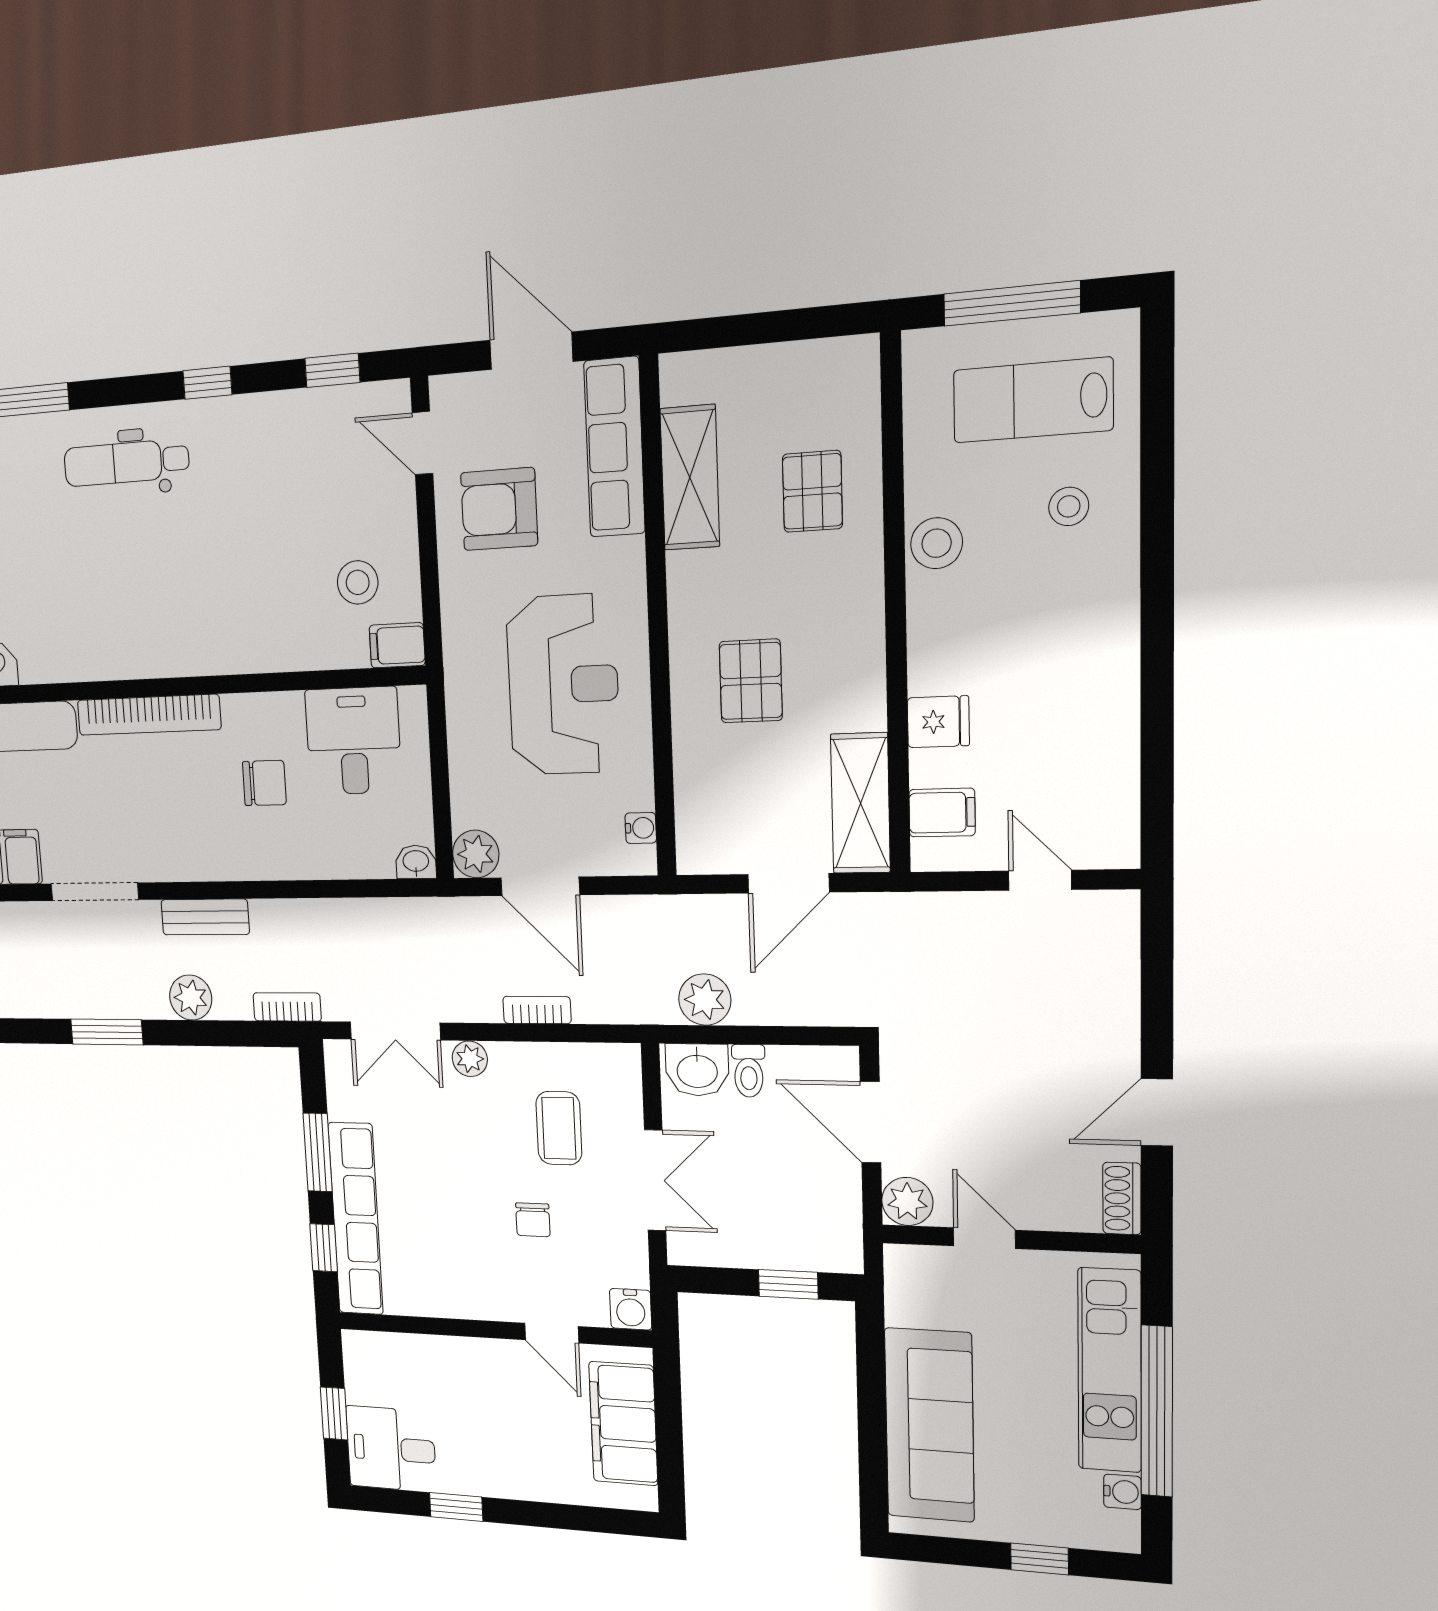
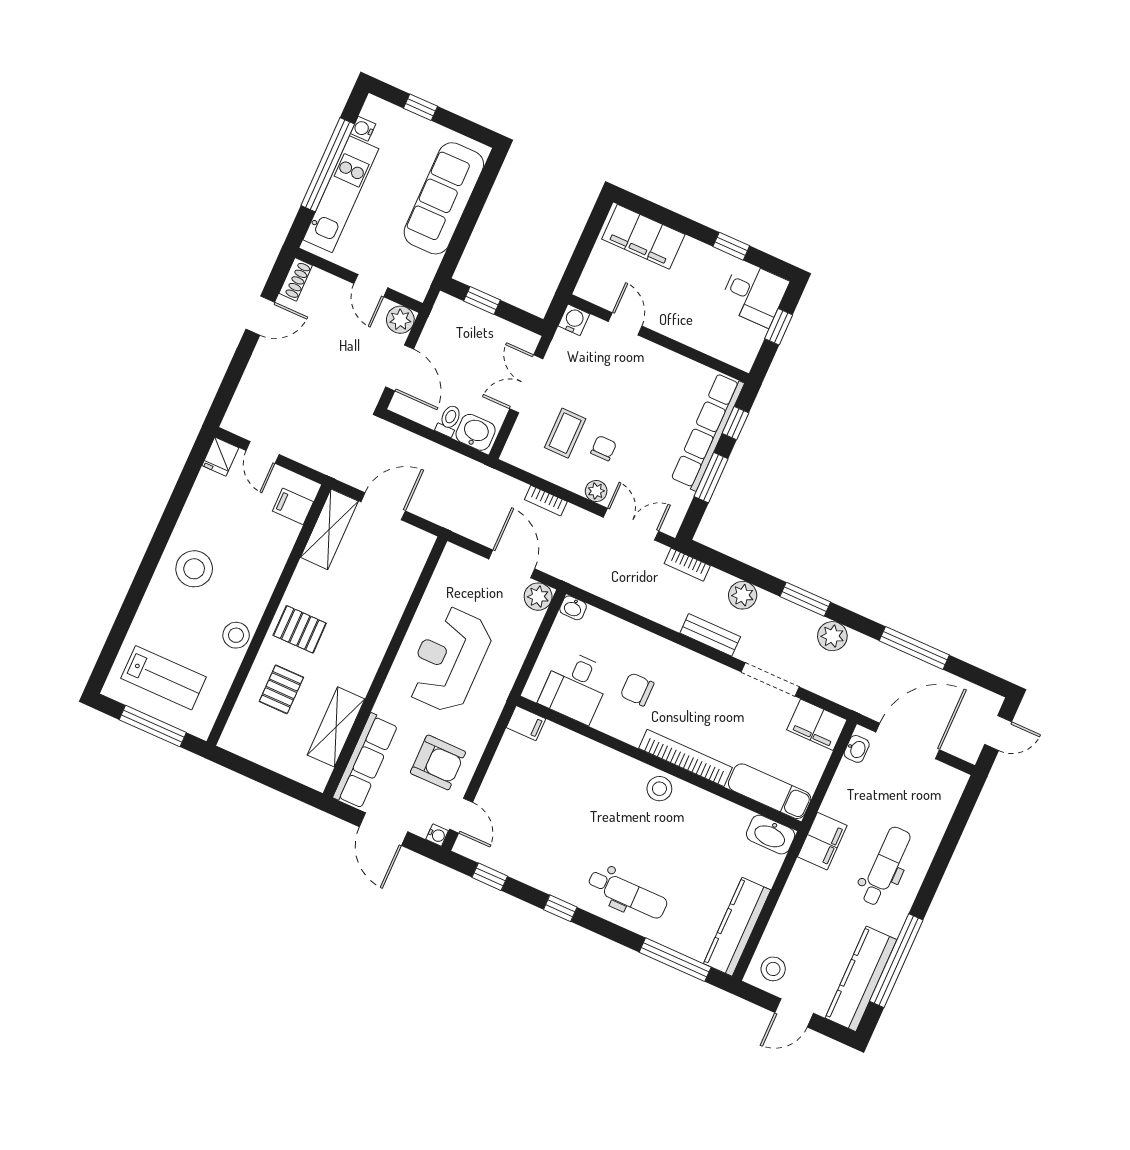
stool: (1069, 506) -> (194, 569), moved, width x1.89, depth x1.89
stool: (358, 582) -> (659, 789), moved
pallet: (751, 681) -> (300, 629), moved, turned 90
fridge: (938, 722) -> (220, 457), moved, turned -90
water cooler: (641, 828) -> (437, 835), moved, turned 180
plant: (705, 1000) -> (832, 636), moved
chair: (533, 1220) -> (604, 448), moved
filing cabinet: (623, 1424) -> (643, 237), moved, turned 90

